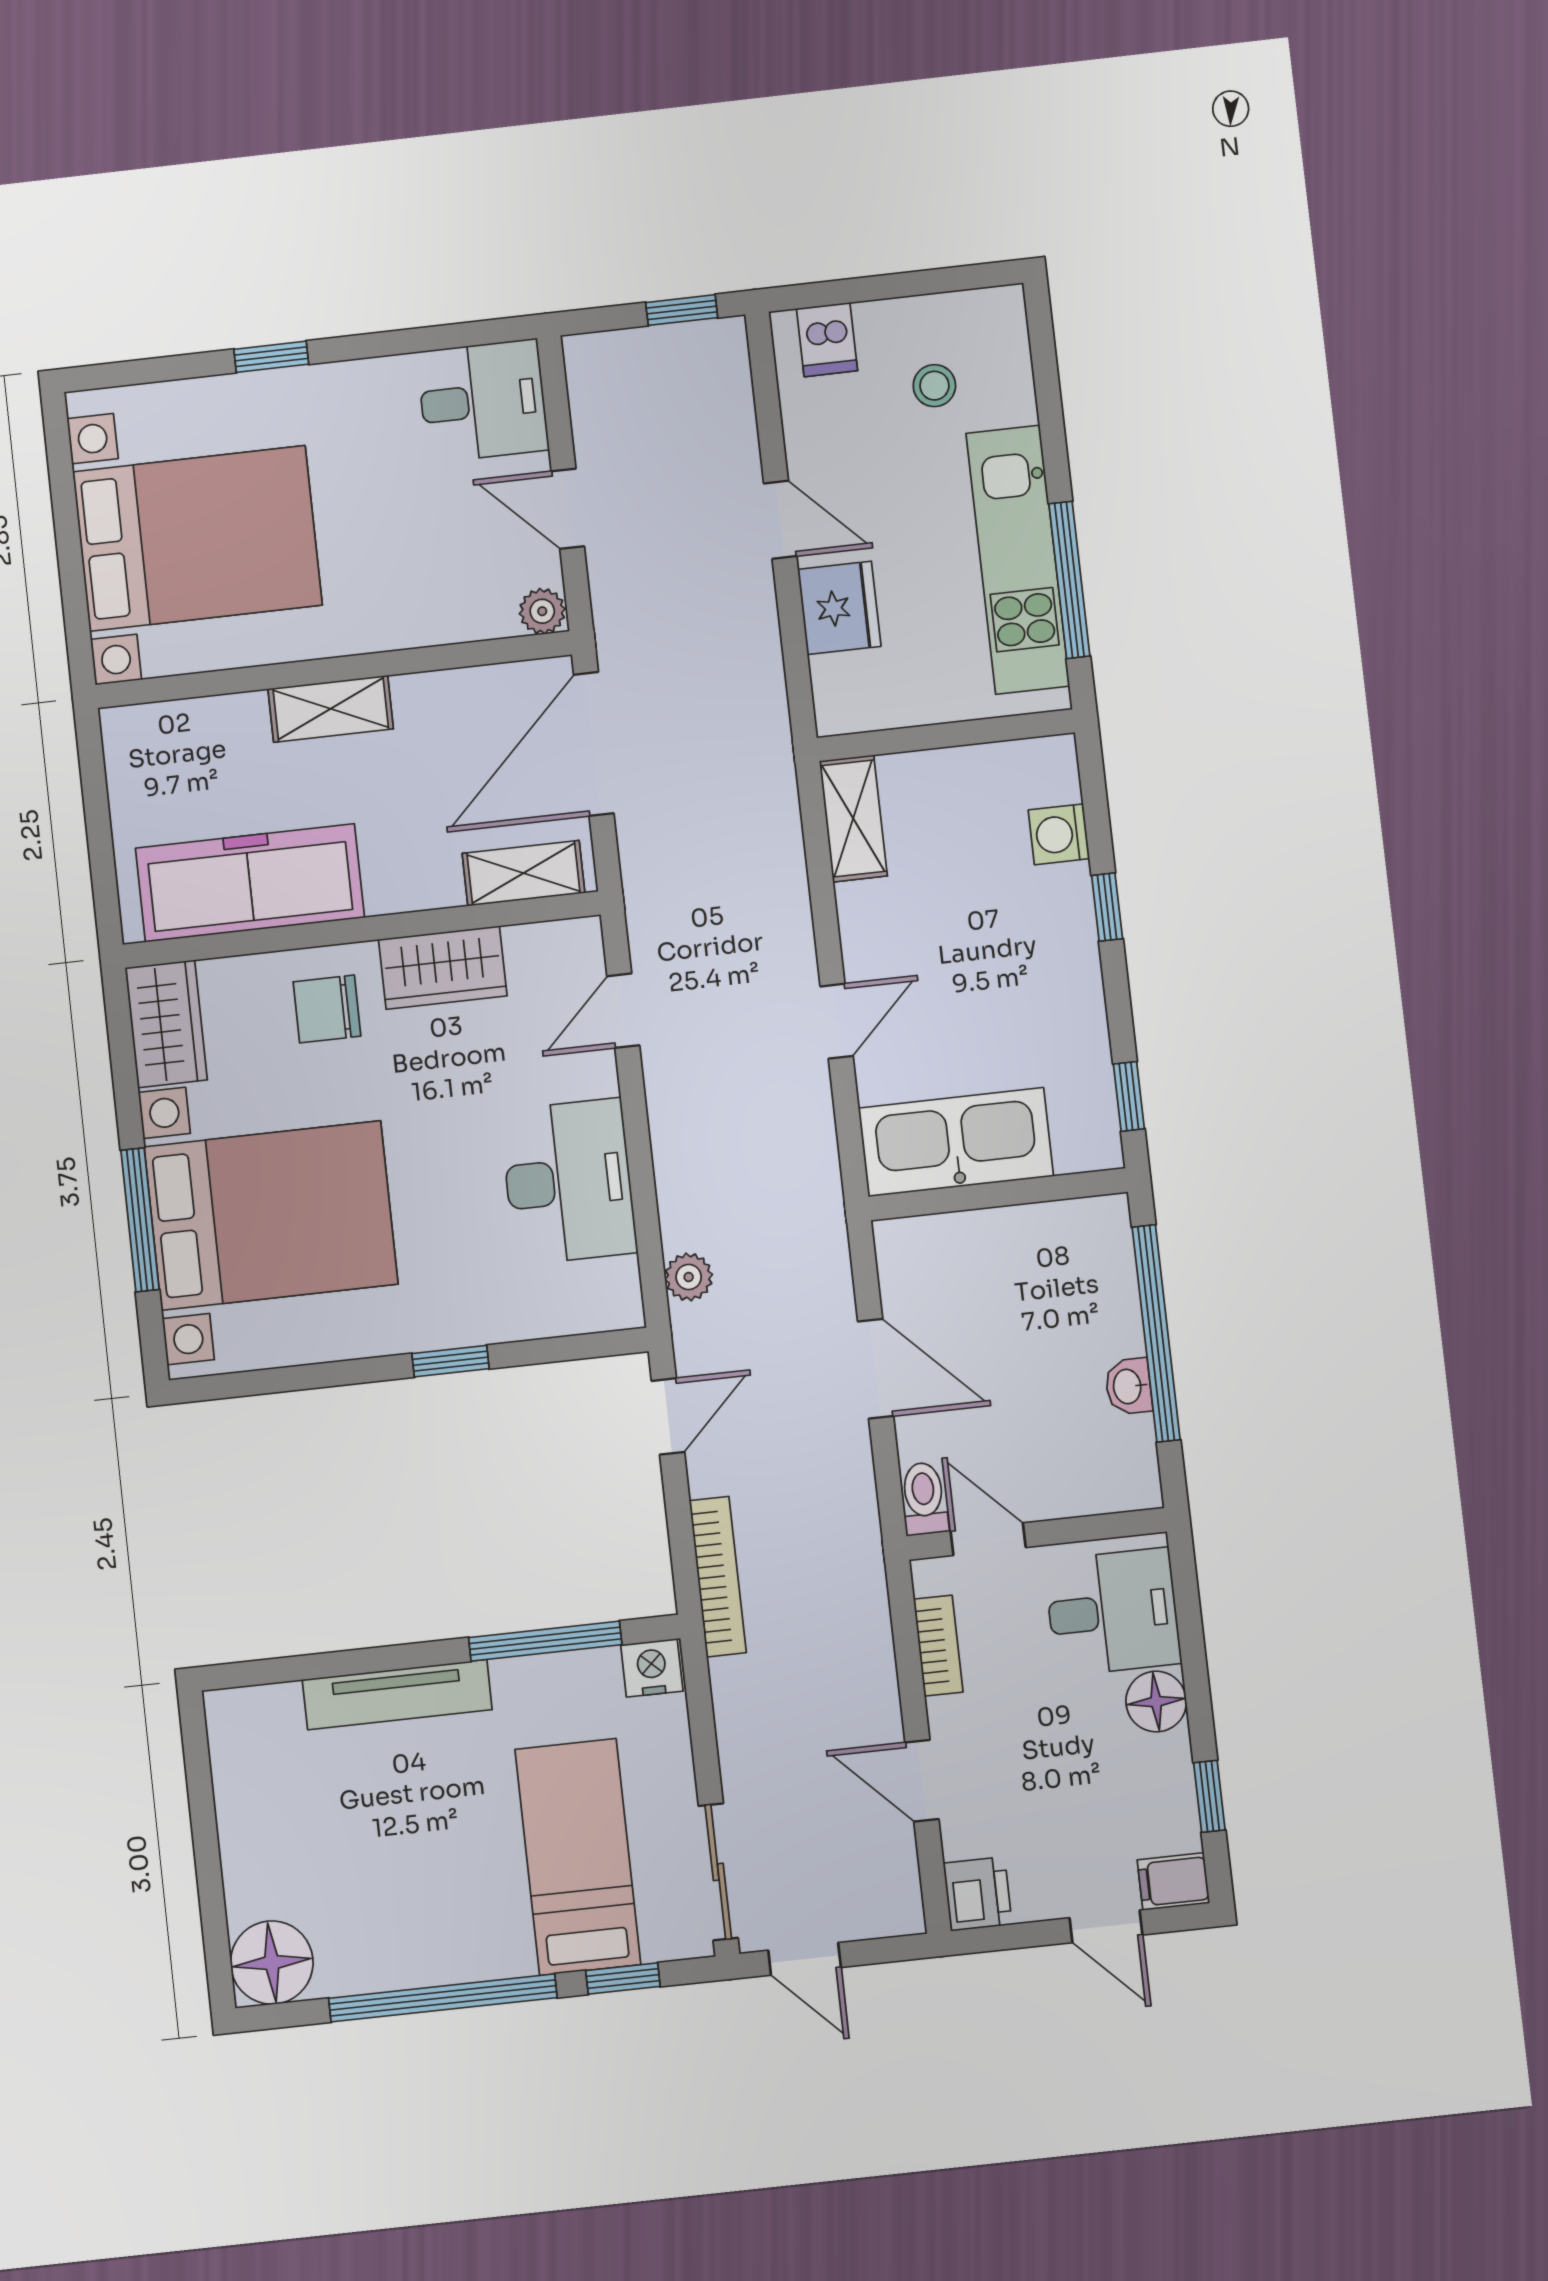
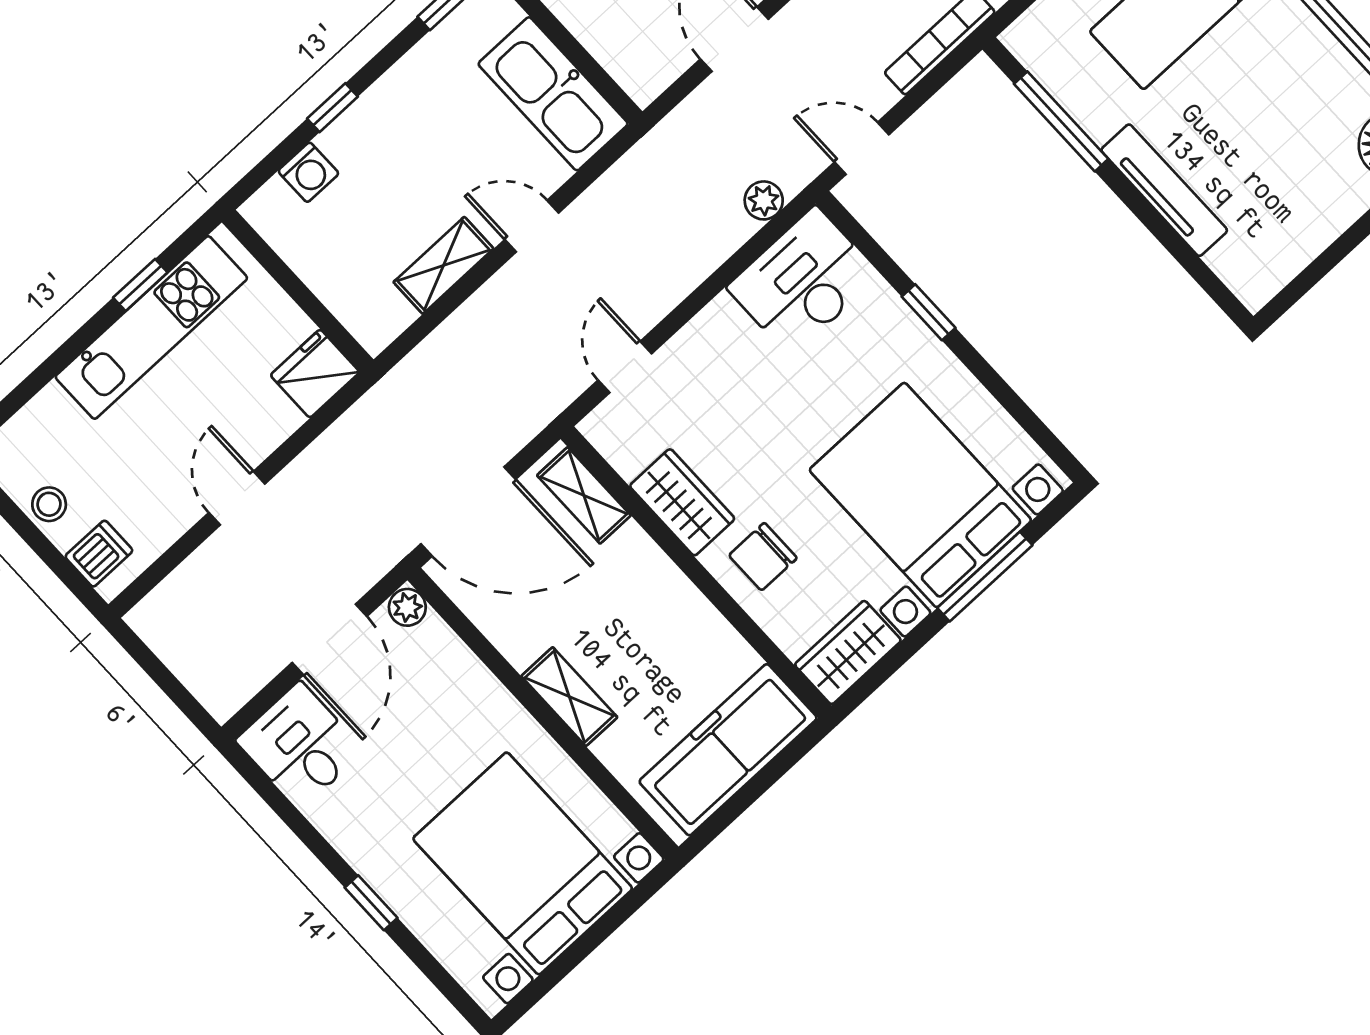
window: (682, 310) -> (148, 661), removed
stool: (934, 386) -> (49, 504), moved
door: (568, 509) -> (329, 640), width x1.38
window: (1069, 580) -> (140, 285), width x0.46
fridge: (839, 608) -> (315, 374), moved
shelving: (853, 818) -> (444, 265), moved
freezer: (250, 883) -> (728, 750), moved, turned 90
chair: (327, 1009) -> (763, 557), turned 90
door: (623, 1011) -> (625, 367), swing flipped
desk: (568, 1182) -> (803, 281), moved
nightstand: (652, 1668) -> (1028, 42), removed

